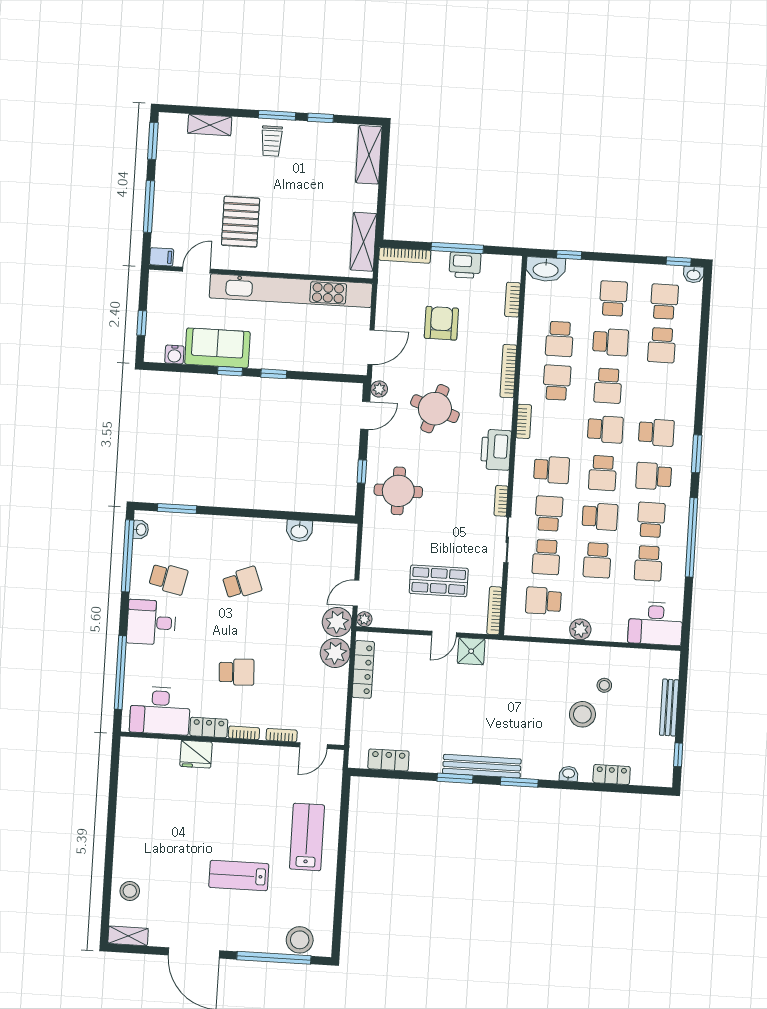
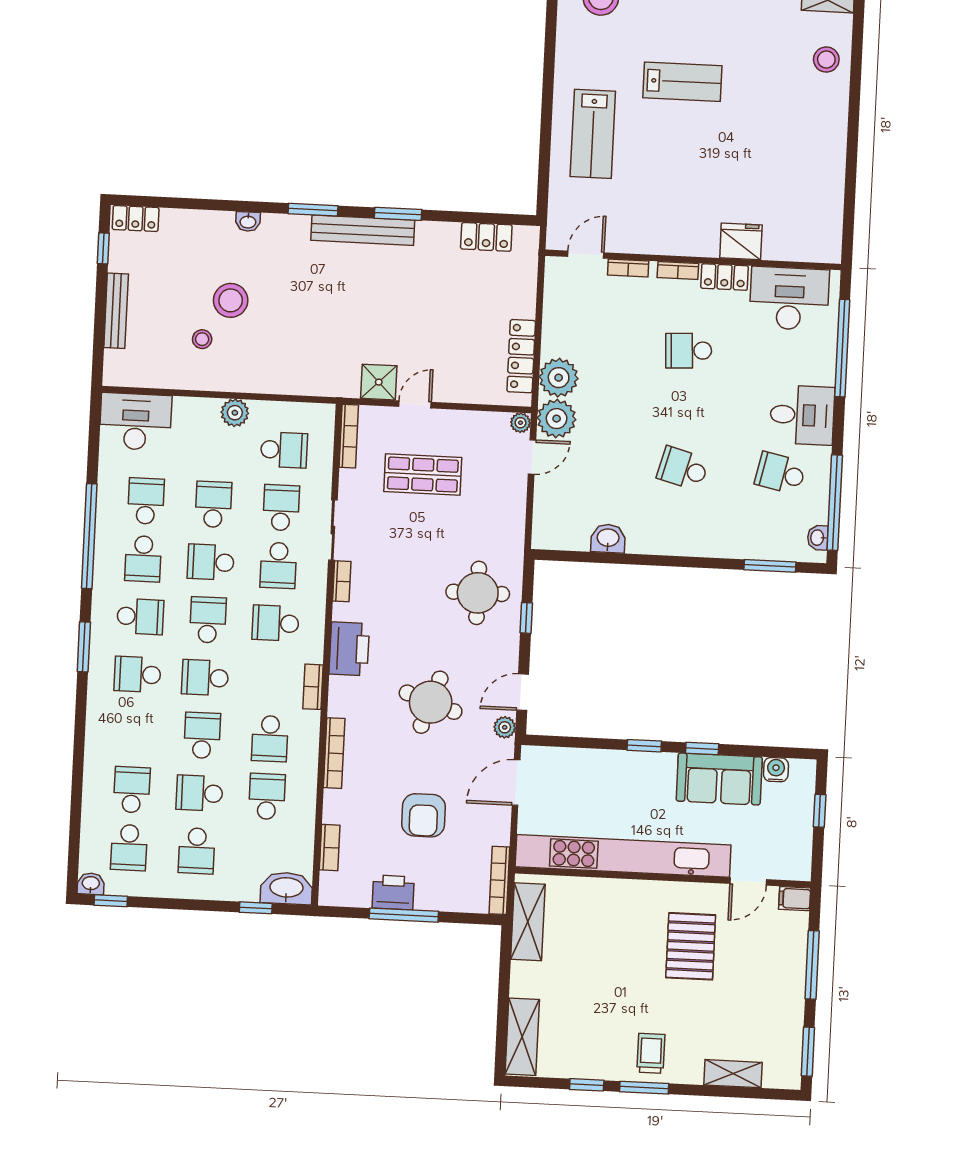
bookcase: (405, 255) -> (499, 880), moved, turned -90
school desk: (242, 583) -> (683, 468), turned 36
locker: (612, 775) -> (136, 219), moved

